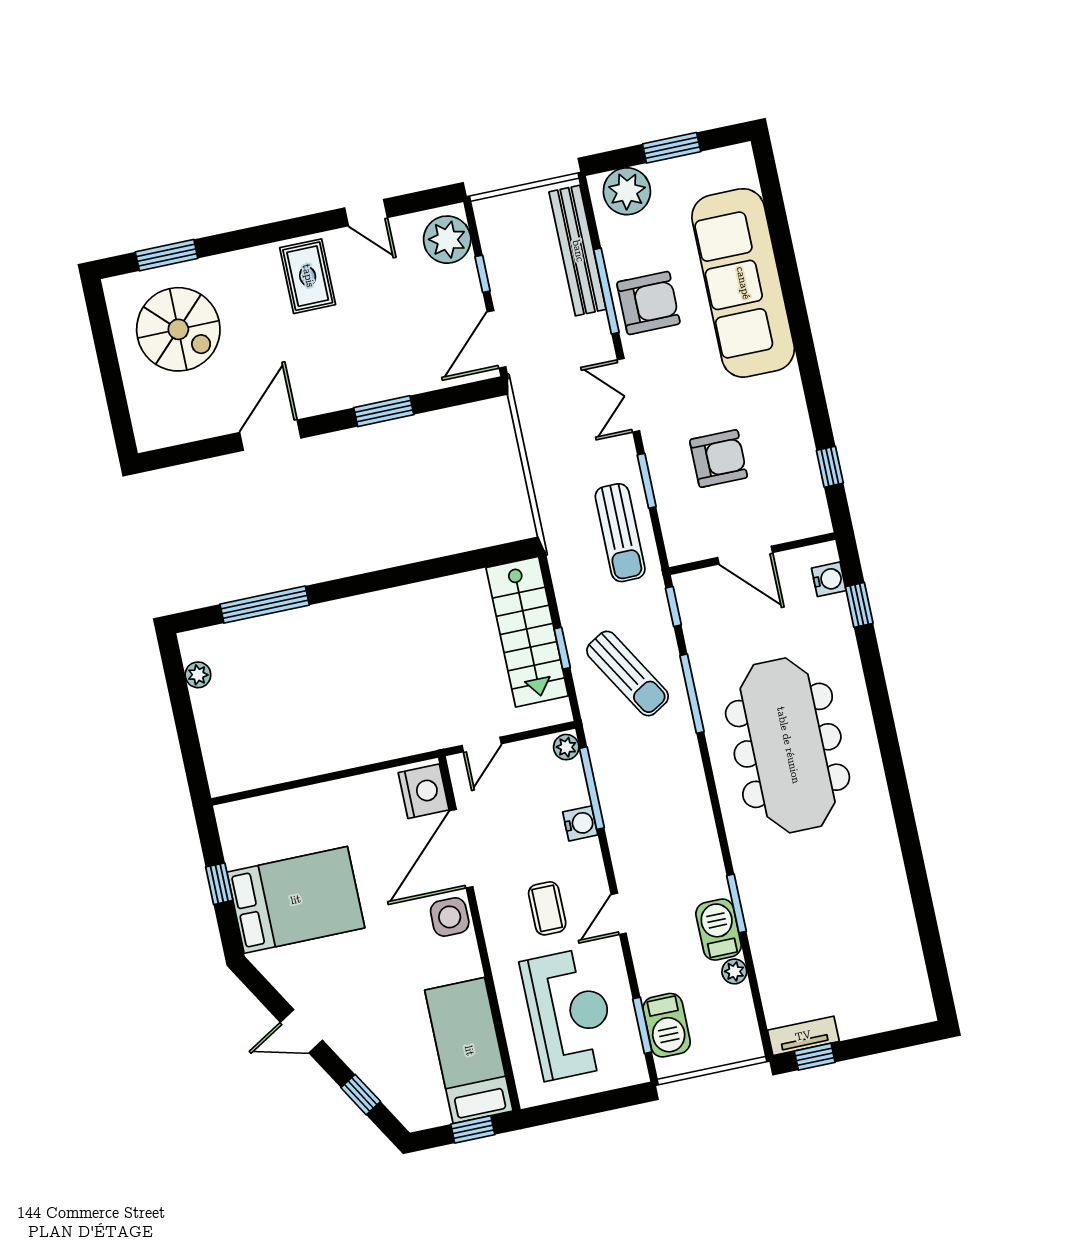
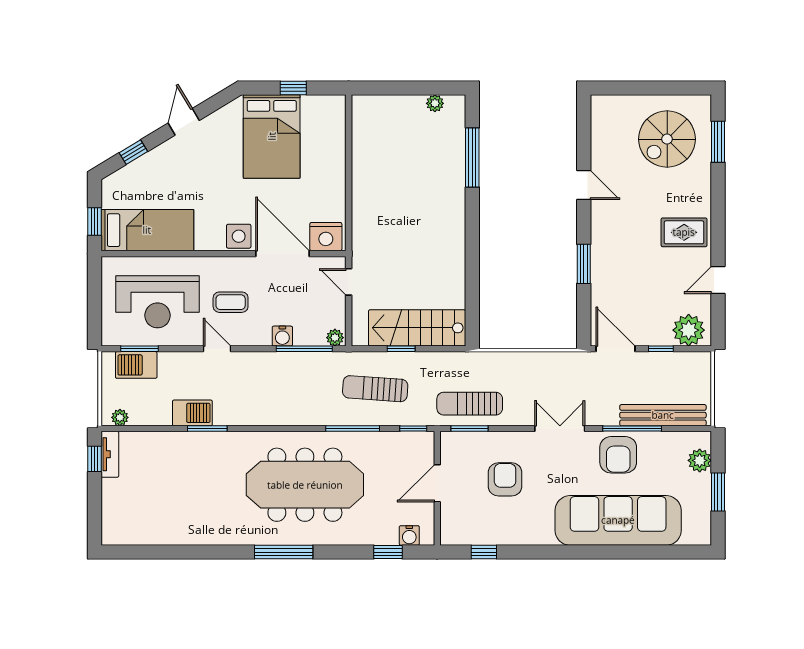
plant: (627, 191) -> (700, 460), width x0.73, depth x0.73
door: (270, 435) -> (584, 185), width x0.73
armchair: (719, 459) -> (505, 479), turned 180
window: (647, 481) -> (469, 429), moved
sun lounger: (628, 673) -> (375, 389), turned 35
window: (891, 755) -> (284, 552), added
plant: (734, 971) -> (120, 417), moved

